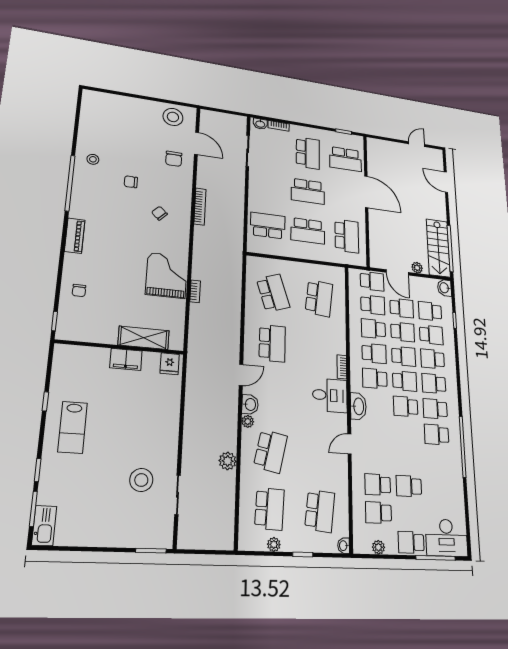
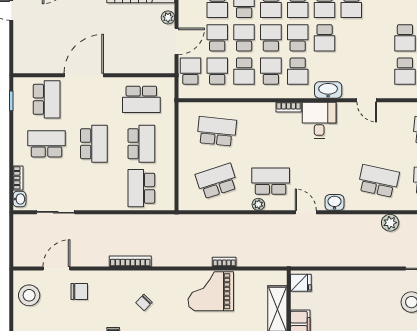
school desk: (347, 236) -> (141, 99), turned 180
plant: (248, 421) -> (258, 204), moved

